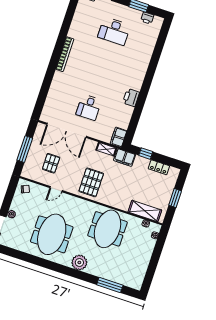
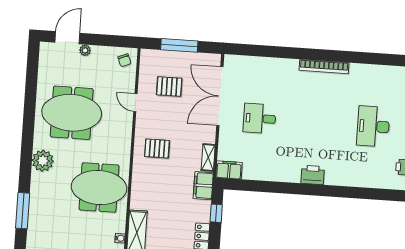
printer: (131, 98) -> (313, 175), moved
pallet: (91, 182) -> (157, 148), width x0.67, depth x0.71

